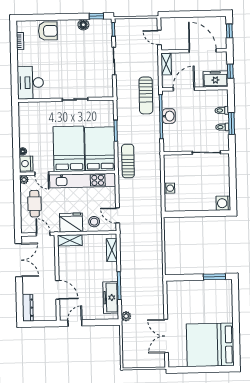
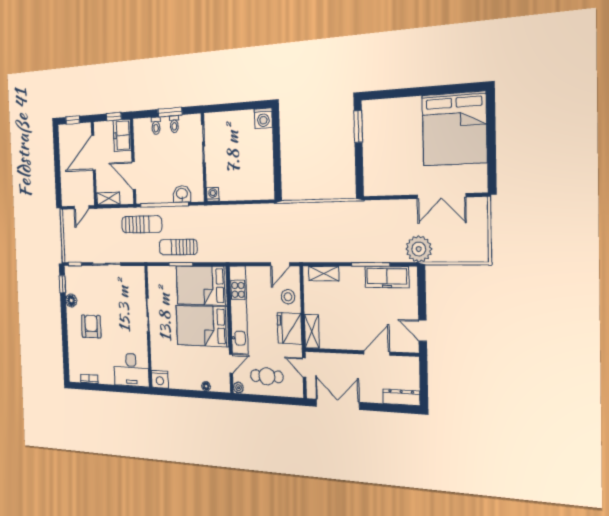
armchair: (48, 31) -> (91, 326), moved
washbasin: (169, 116) -> (182, 194), moved
sun lounger: (128, 161) -> (178, 247), moved
nightstand: (26, 164) -> (160, 379), moved
washing machine: (169, 188) -> (213, 194), moved
door: (43, 234) -> (304, 367), hinge flipped
plant: (126, 316) -> (419, 249), width x1.88, depth x1.88

